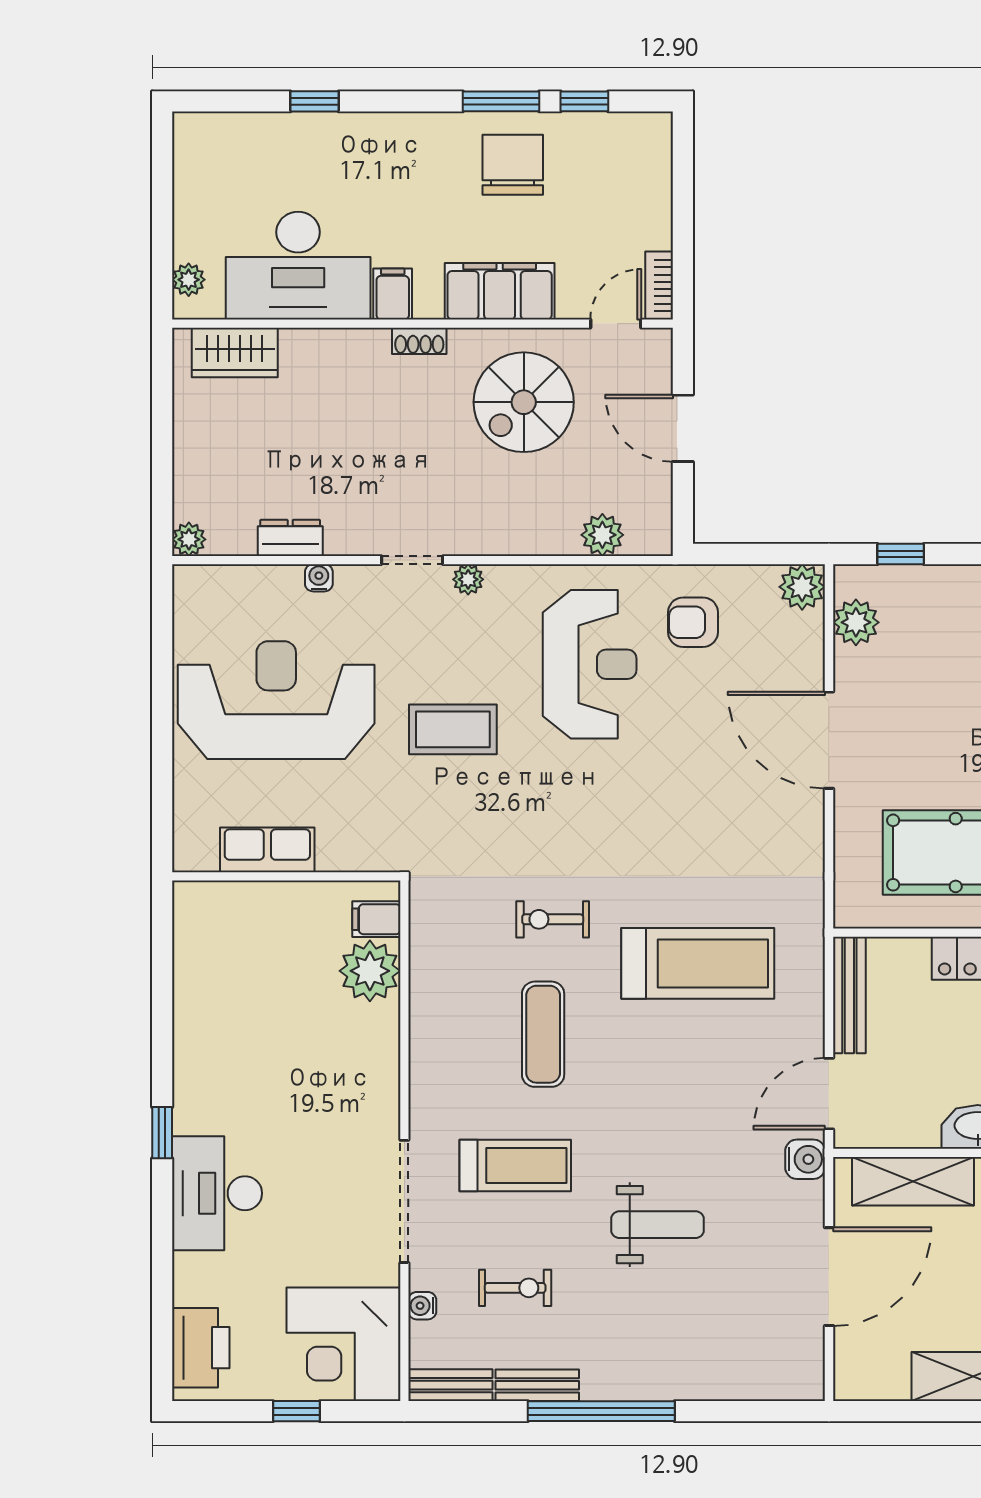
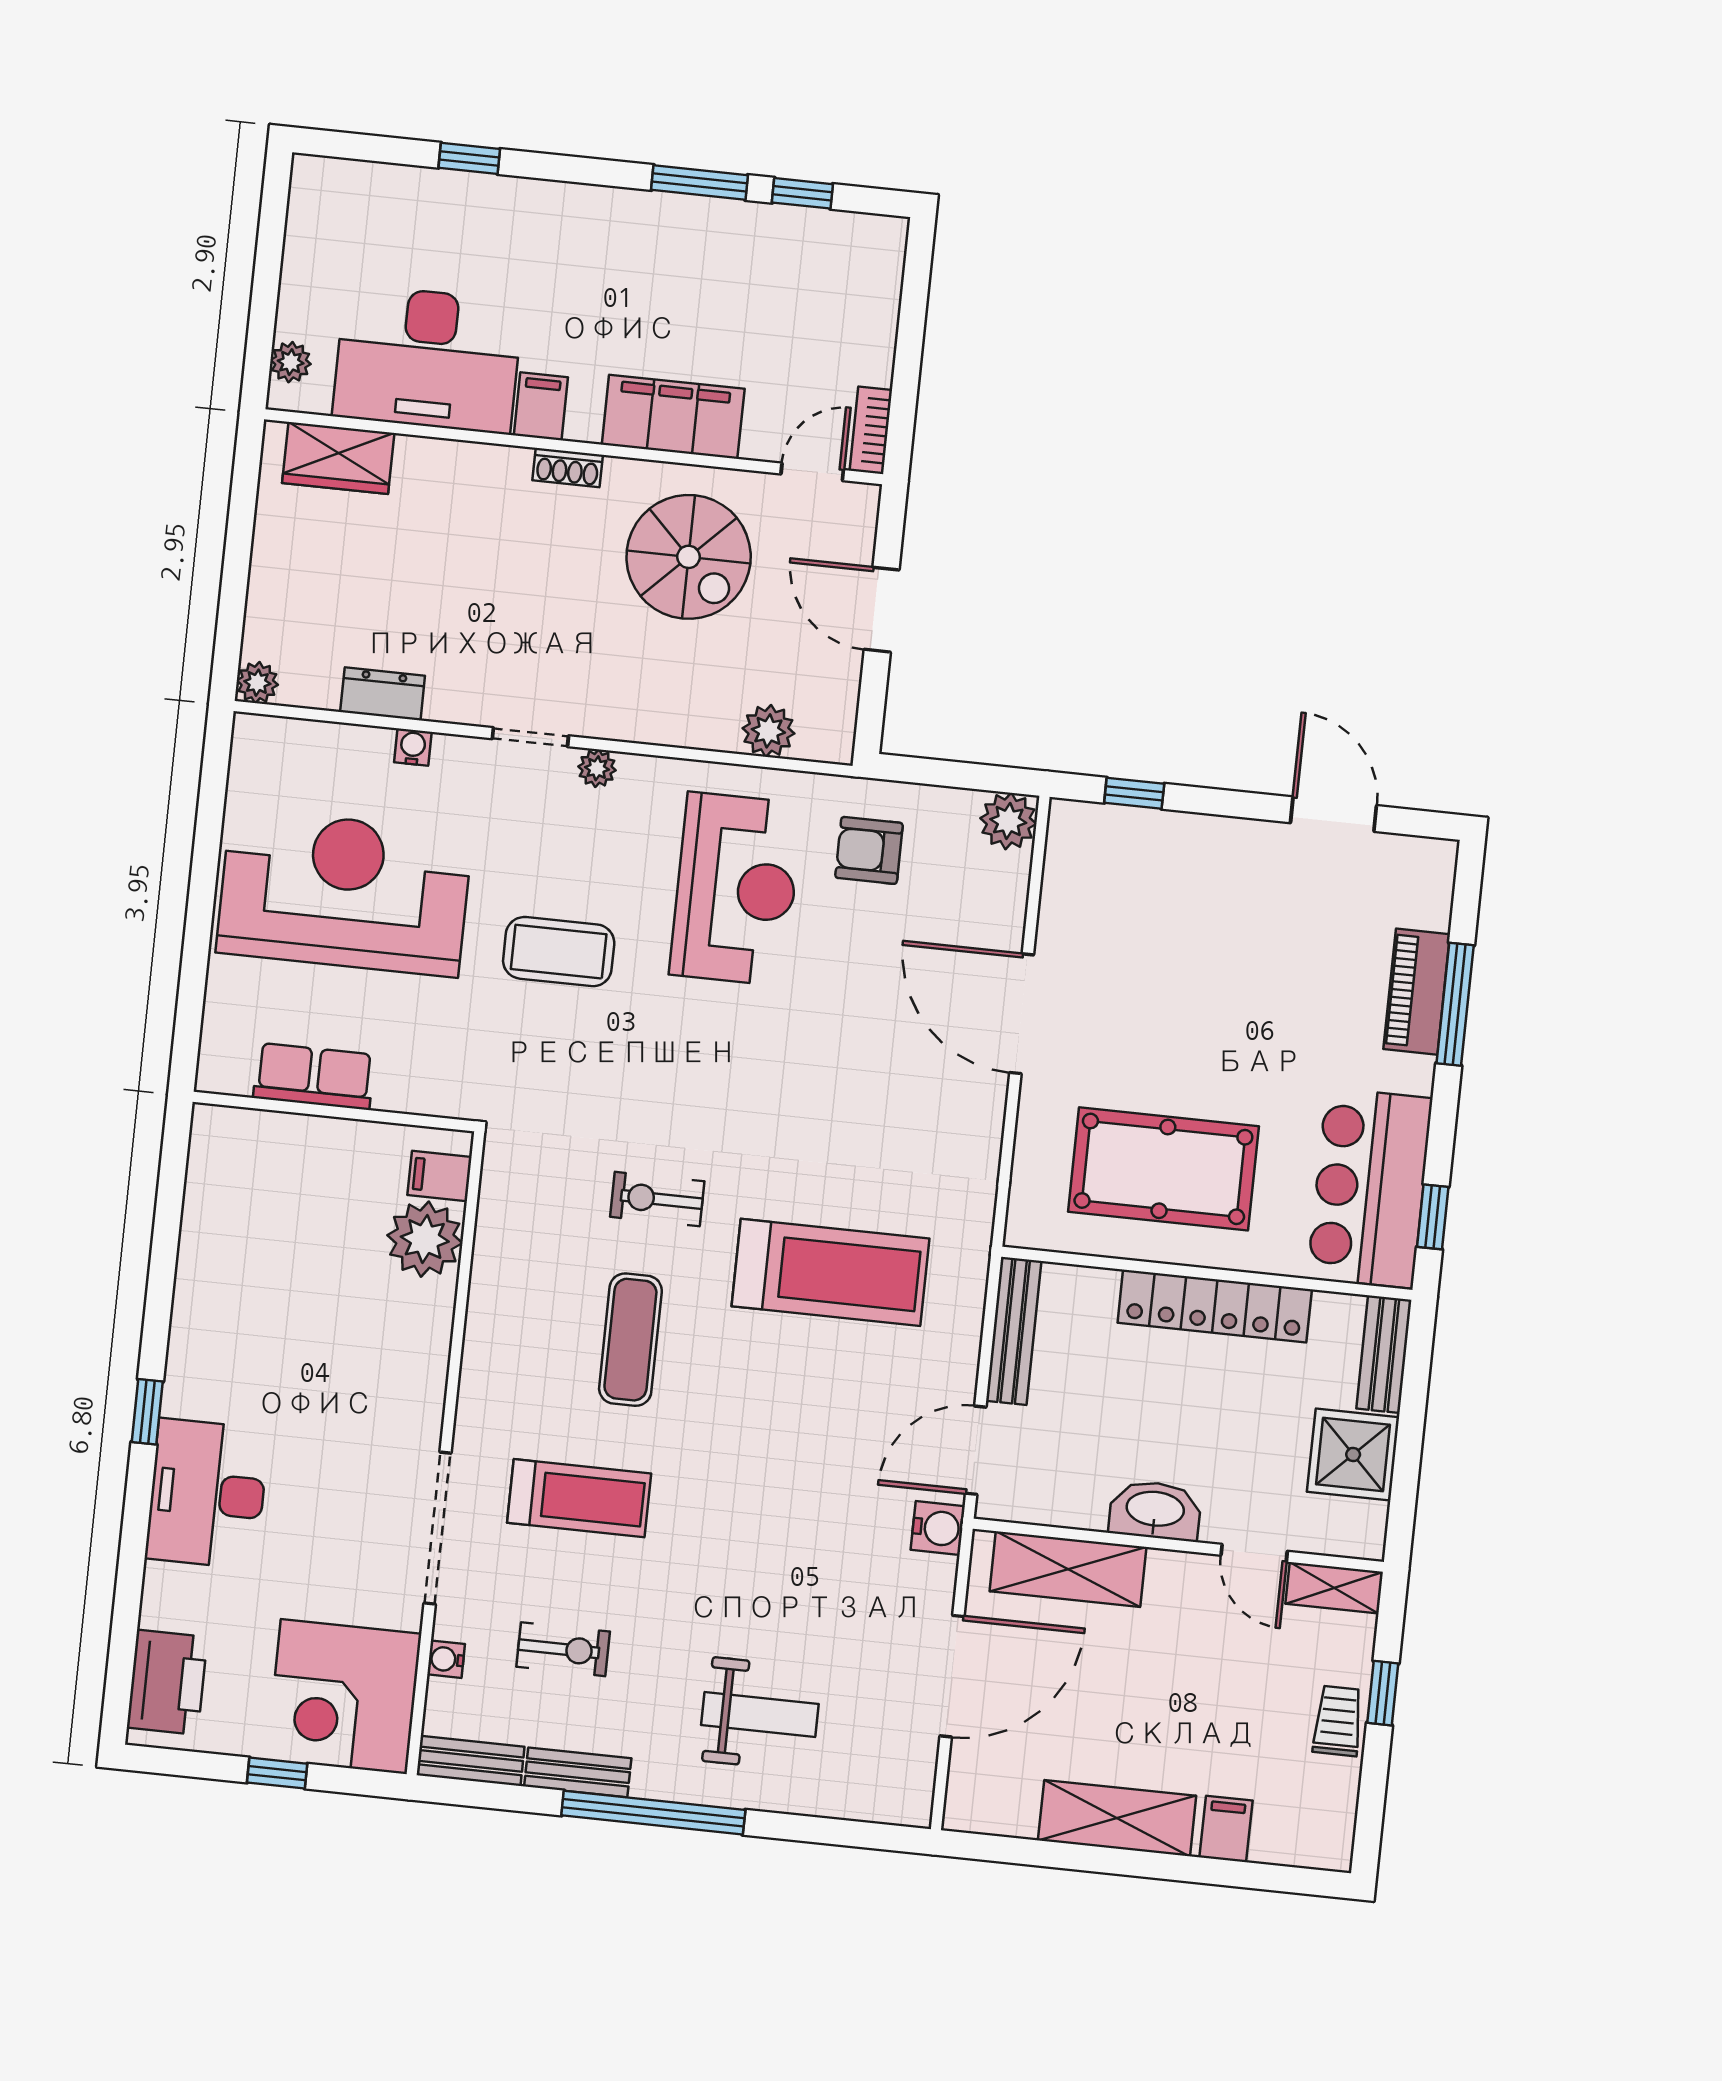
chair: (513, 165) -> (706, 262), removed
spiral stairs: (524, 402) -> (689, 557), turned -90
plant: (856, 622) -> (1070, 872), removed
weight bench: (658, 1225) -> (760, 1714), moved

